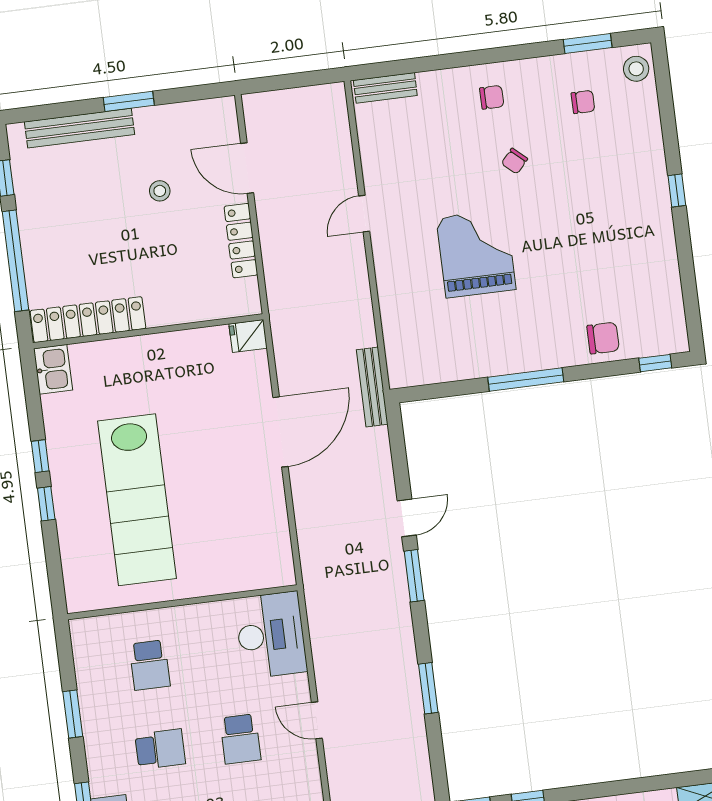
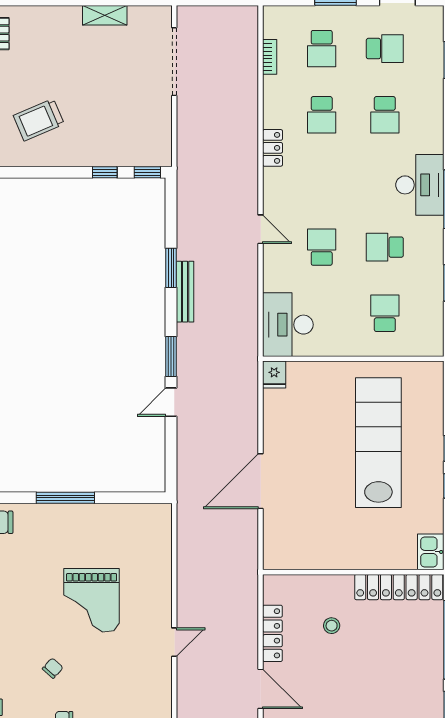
stool: (160, 191) -> (332, 626), moved
fridge: (248, 336) -> (274, 375), moved, turned 90
bench: (372, 387) -> (185, 292), moved
door: (317, 720) -> (261, 229), moved

